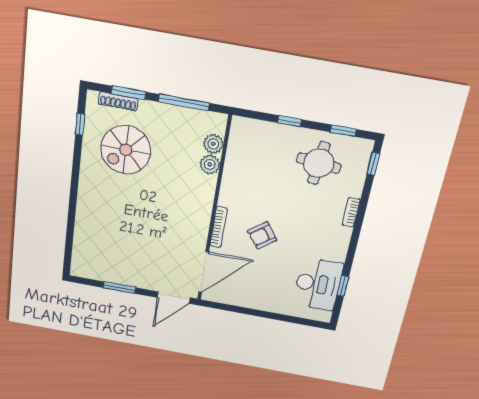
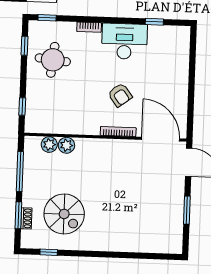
shoe rack: (118, 101) -> (26, 218), width x0.70
window: (289, 121) -> (22, 107), moved
desk: (318, 284) -> (124, 41), moved

